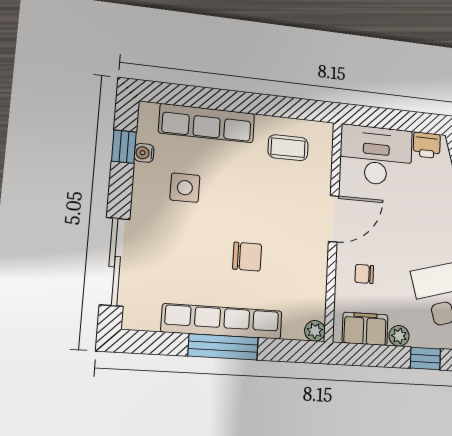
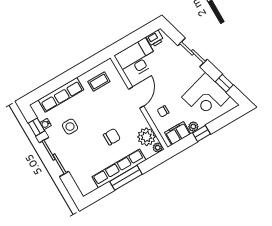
sliding door: (115, 262) -> (54, 157), moved
plant: (308, 298) -> (146, 137), added
window: (425, 358) -> (201, 133), moved

